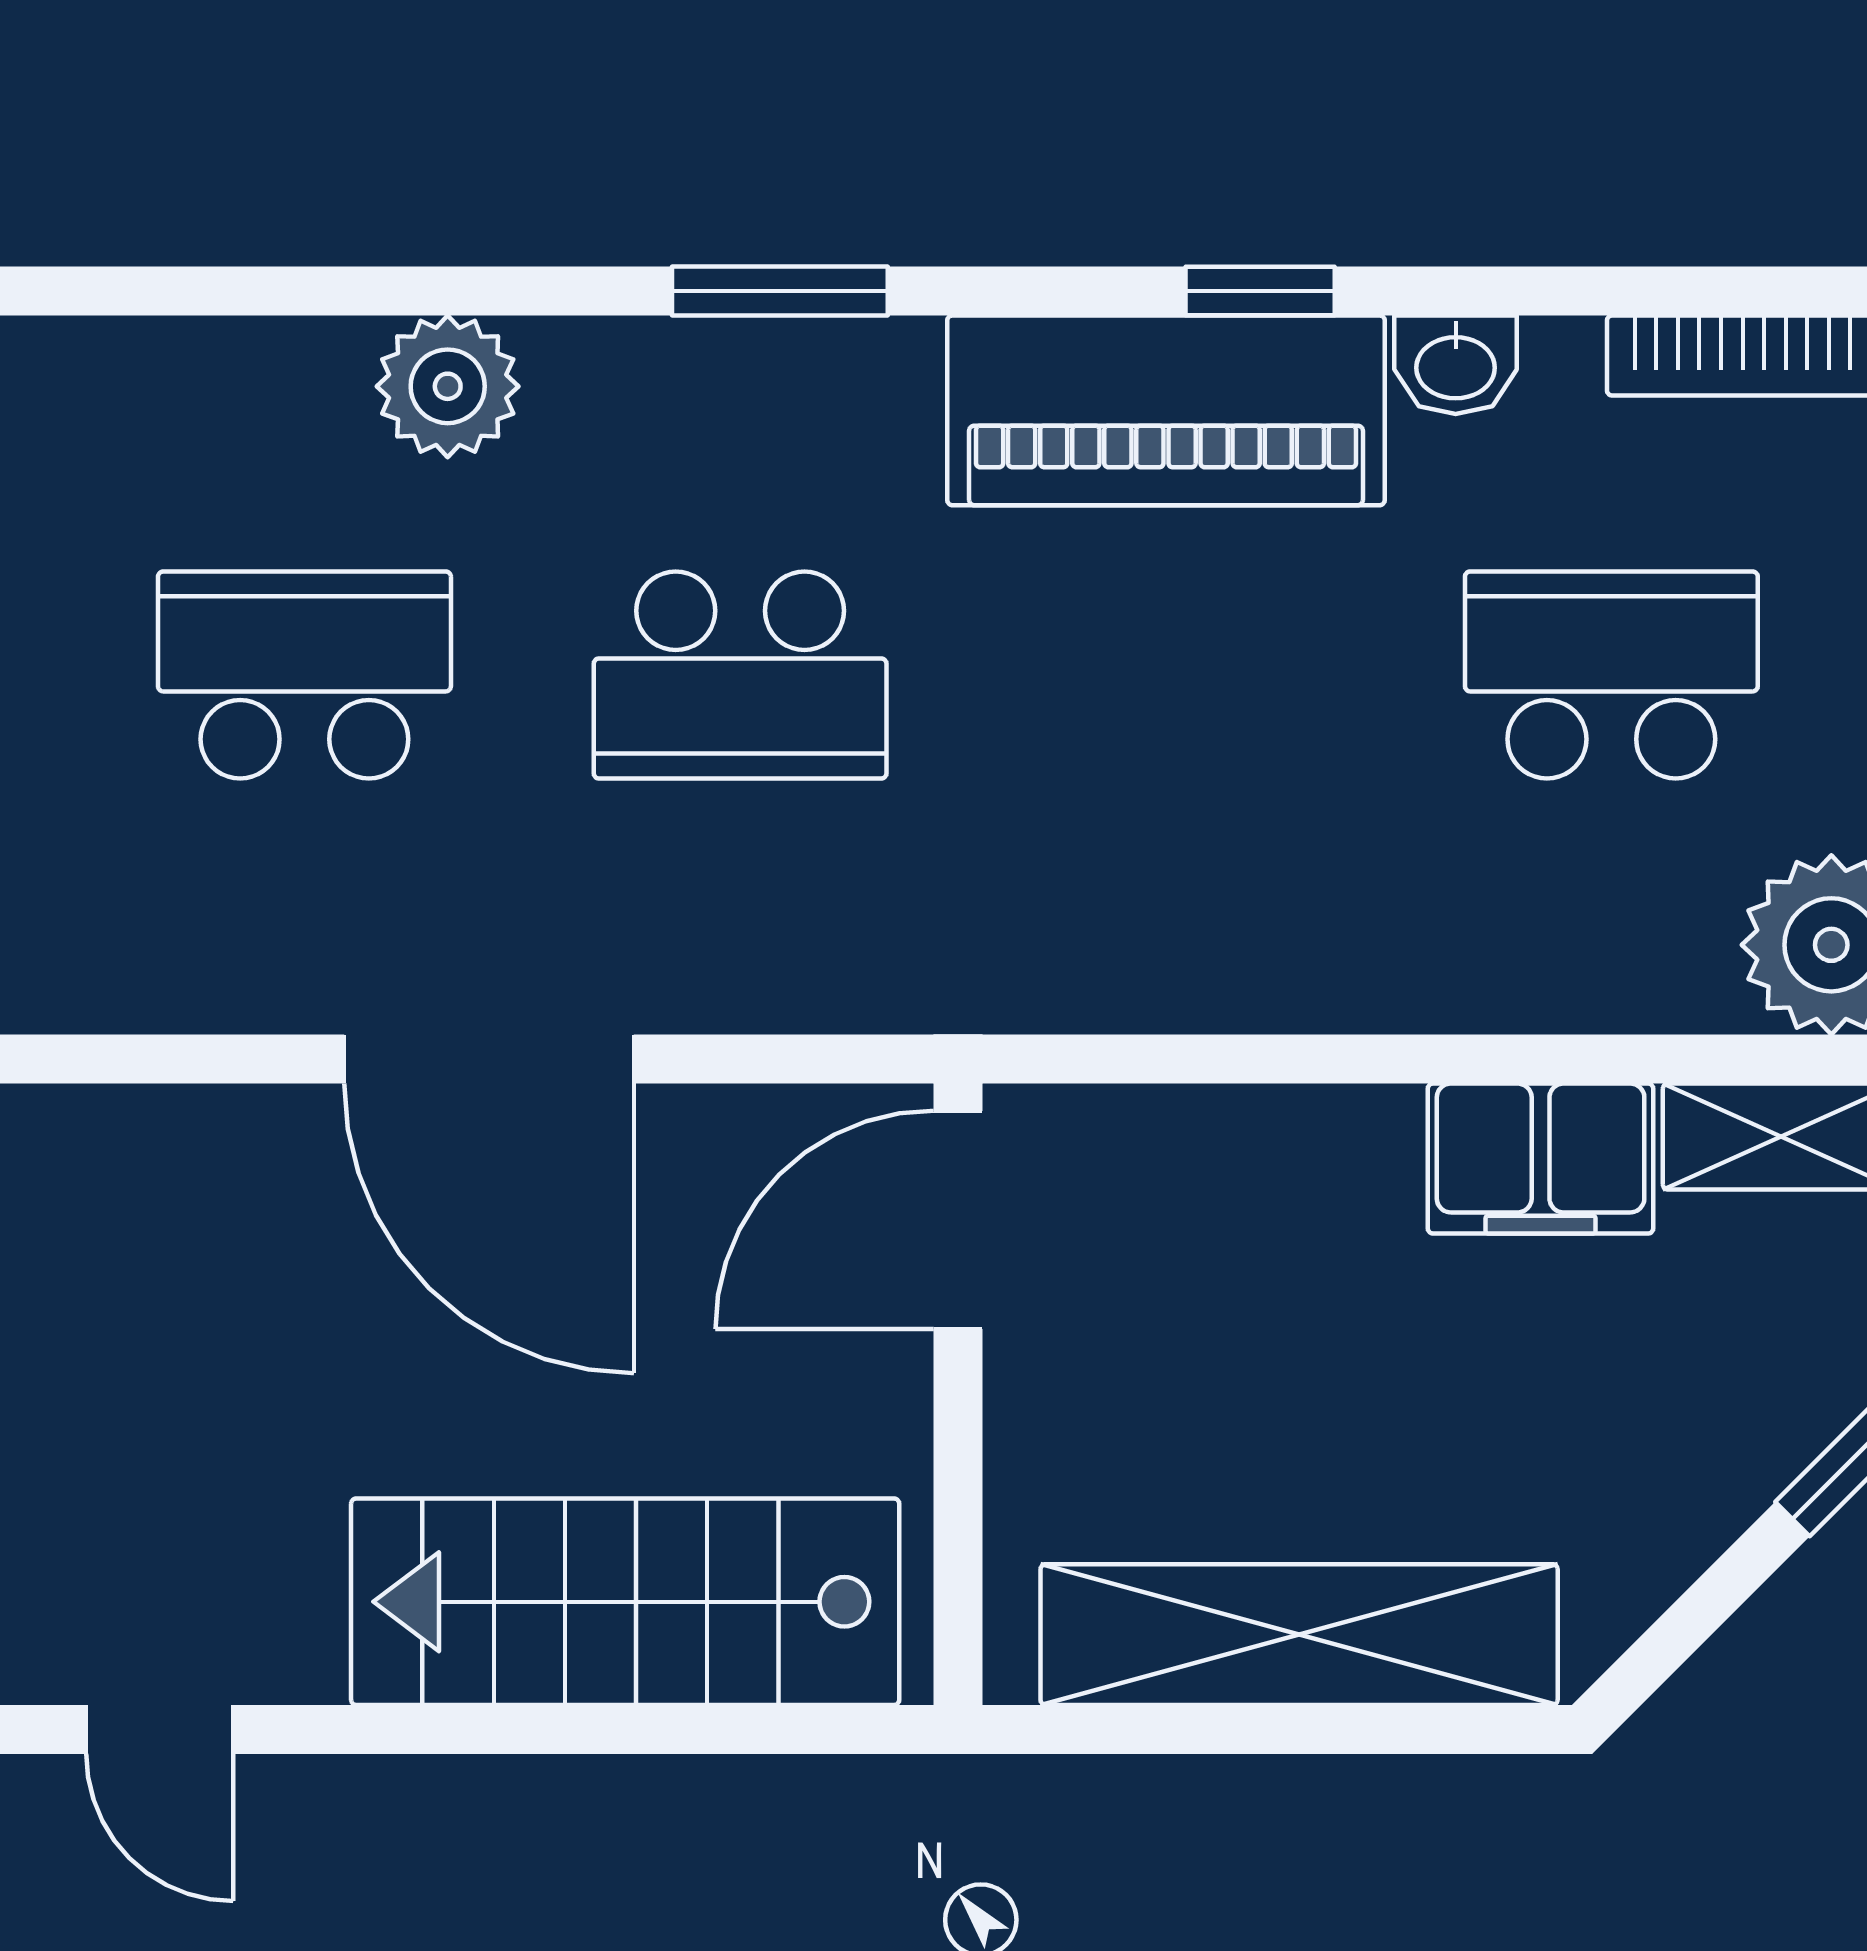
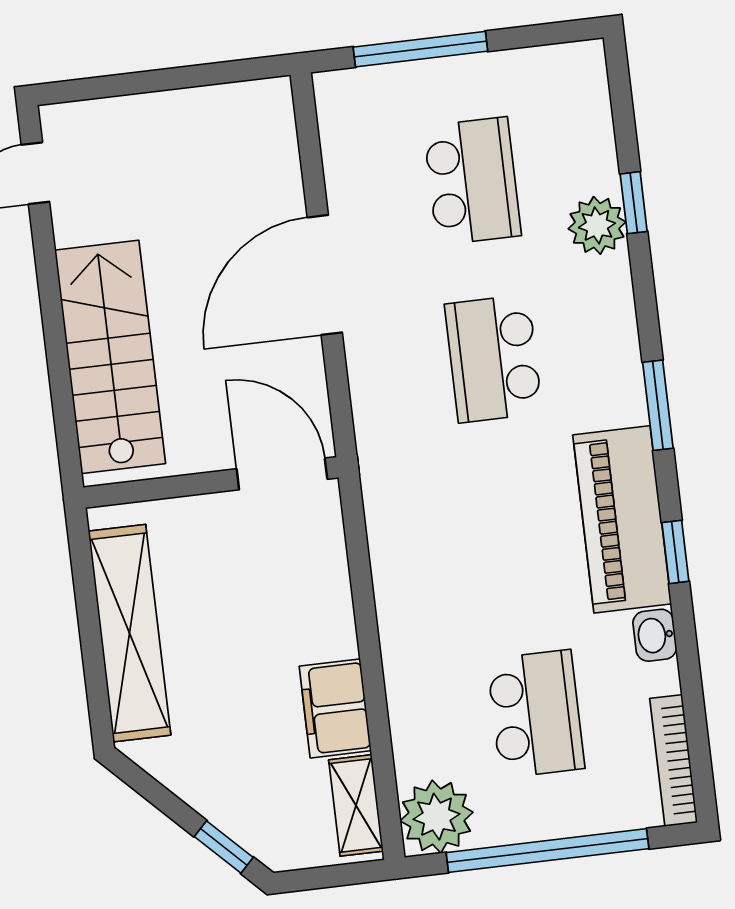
window: (403, 291) -> (634, 203), added
window: (780, 291) -> (658, 405), moved

